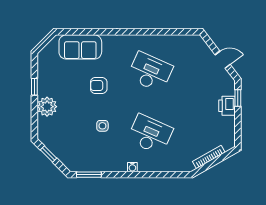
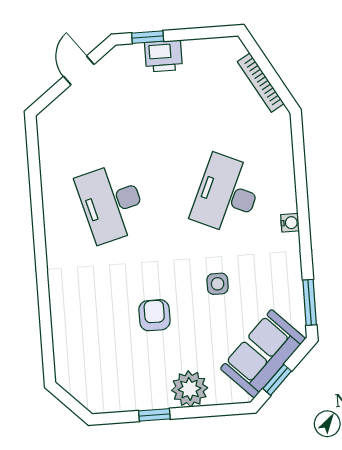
sofa: (80, 47) -> (263, 354), moved, turned -135
desk: (150, 72) -> (112, 203), turned -39
armchair: (99, 86) -> (154, 315), moved, turned 180

